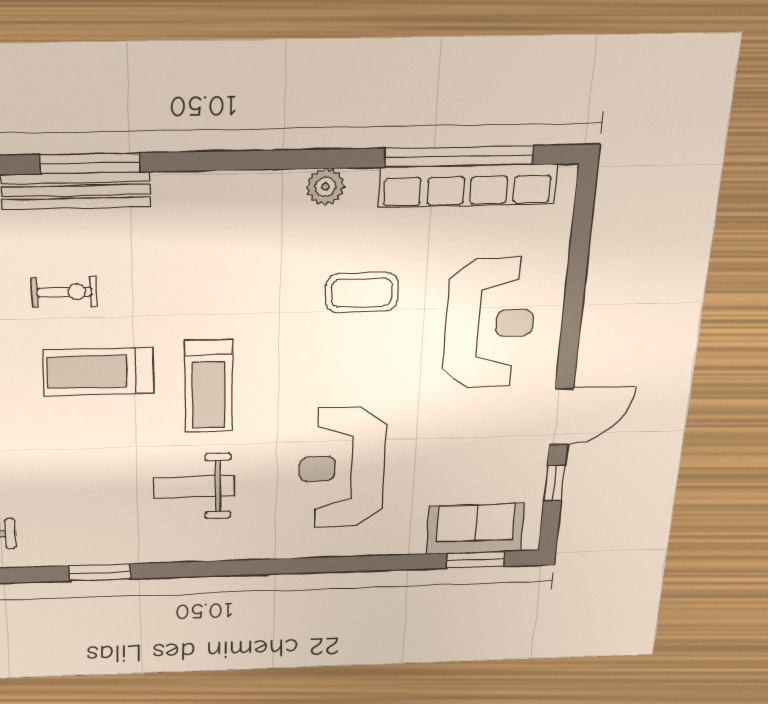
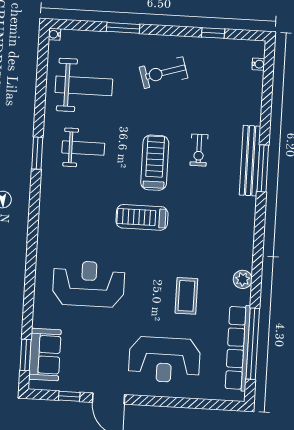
weight bench: (194, 487) -> (83, 148), moved, turned 90

